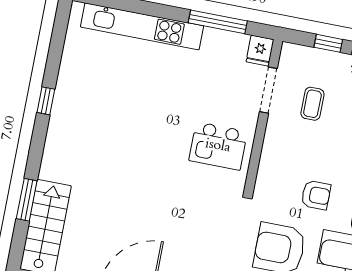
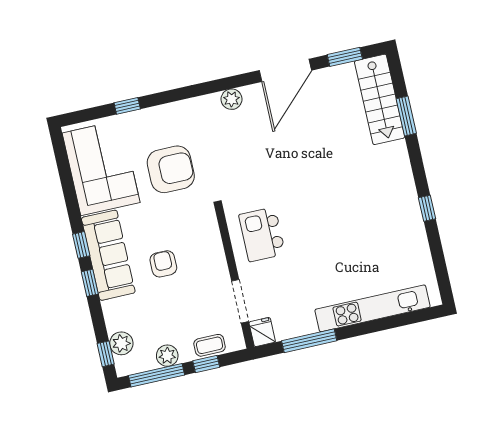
coffee table: (312, 104) -> (210, 345), moved, turned 90
kitchen island: (218, 146) -> (262, 234), turned -90
armchair: (316, 195) -> (163, 264), moved, turned 90

